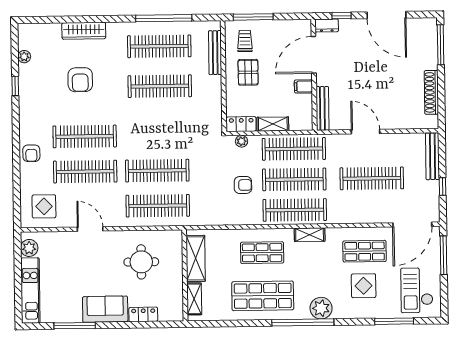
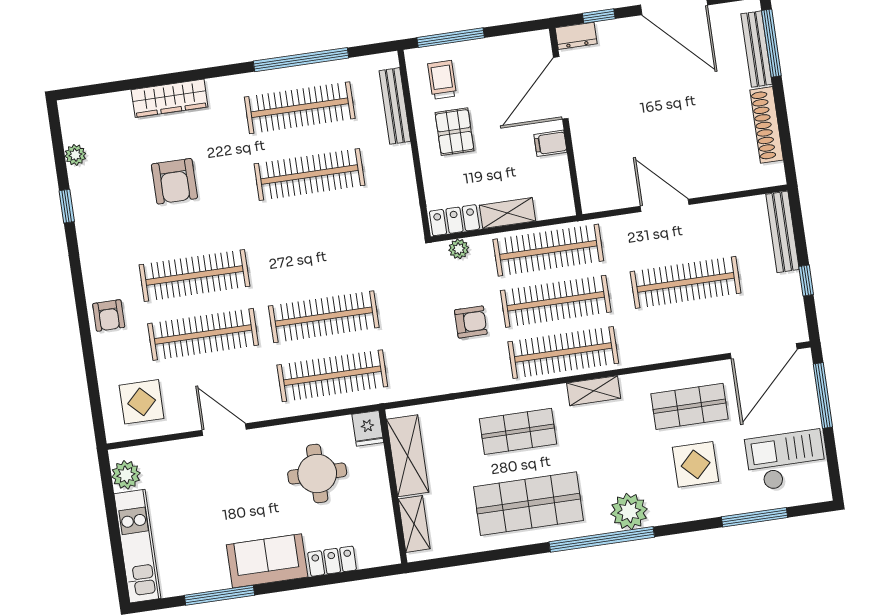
bench: (322, 108) -> (757, 49), moved
fridge: (174, 239) -> (368, 428), added
checkout: (417, 290) -> (786, 460), turned 90

